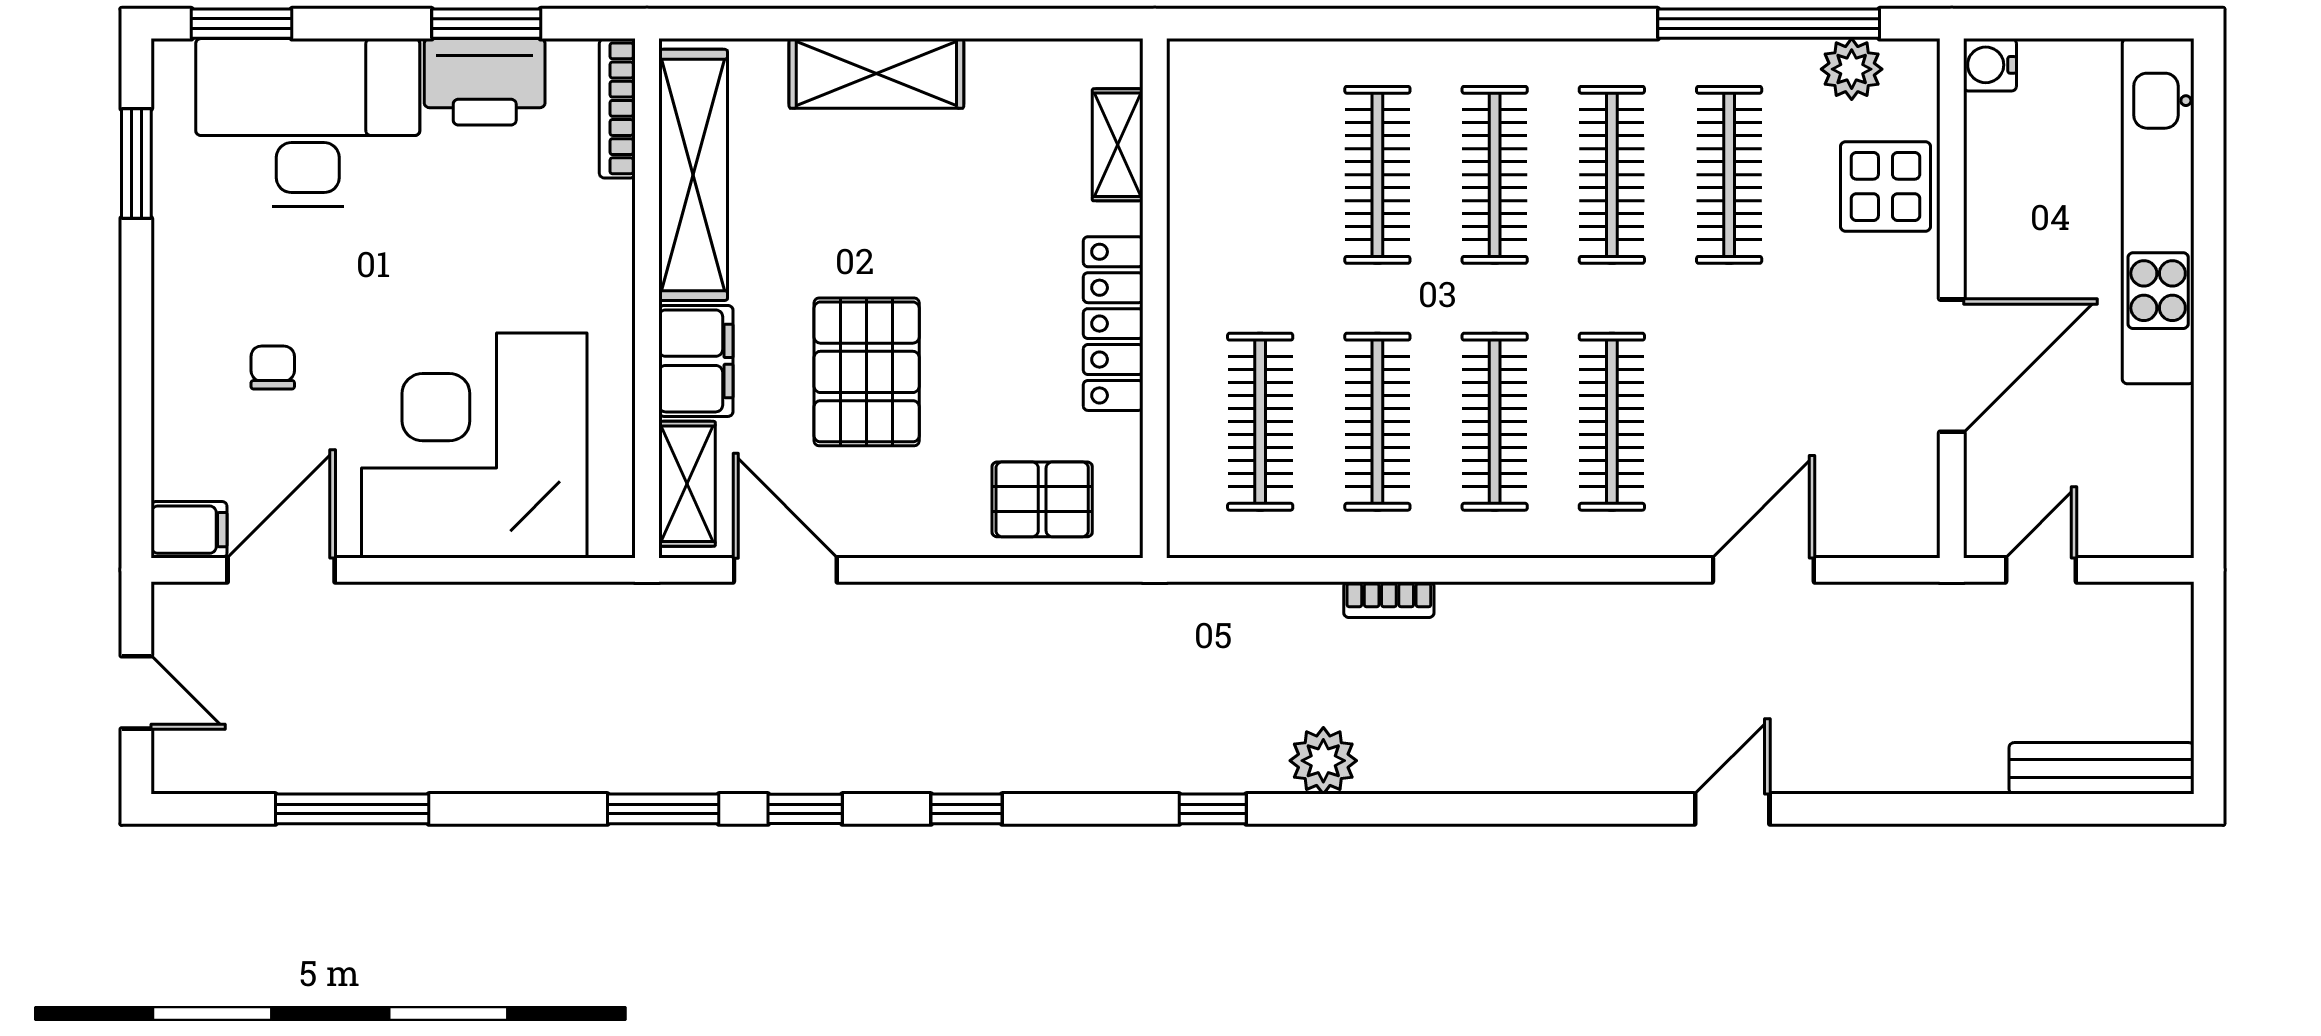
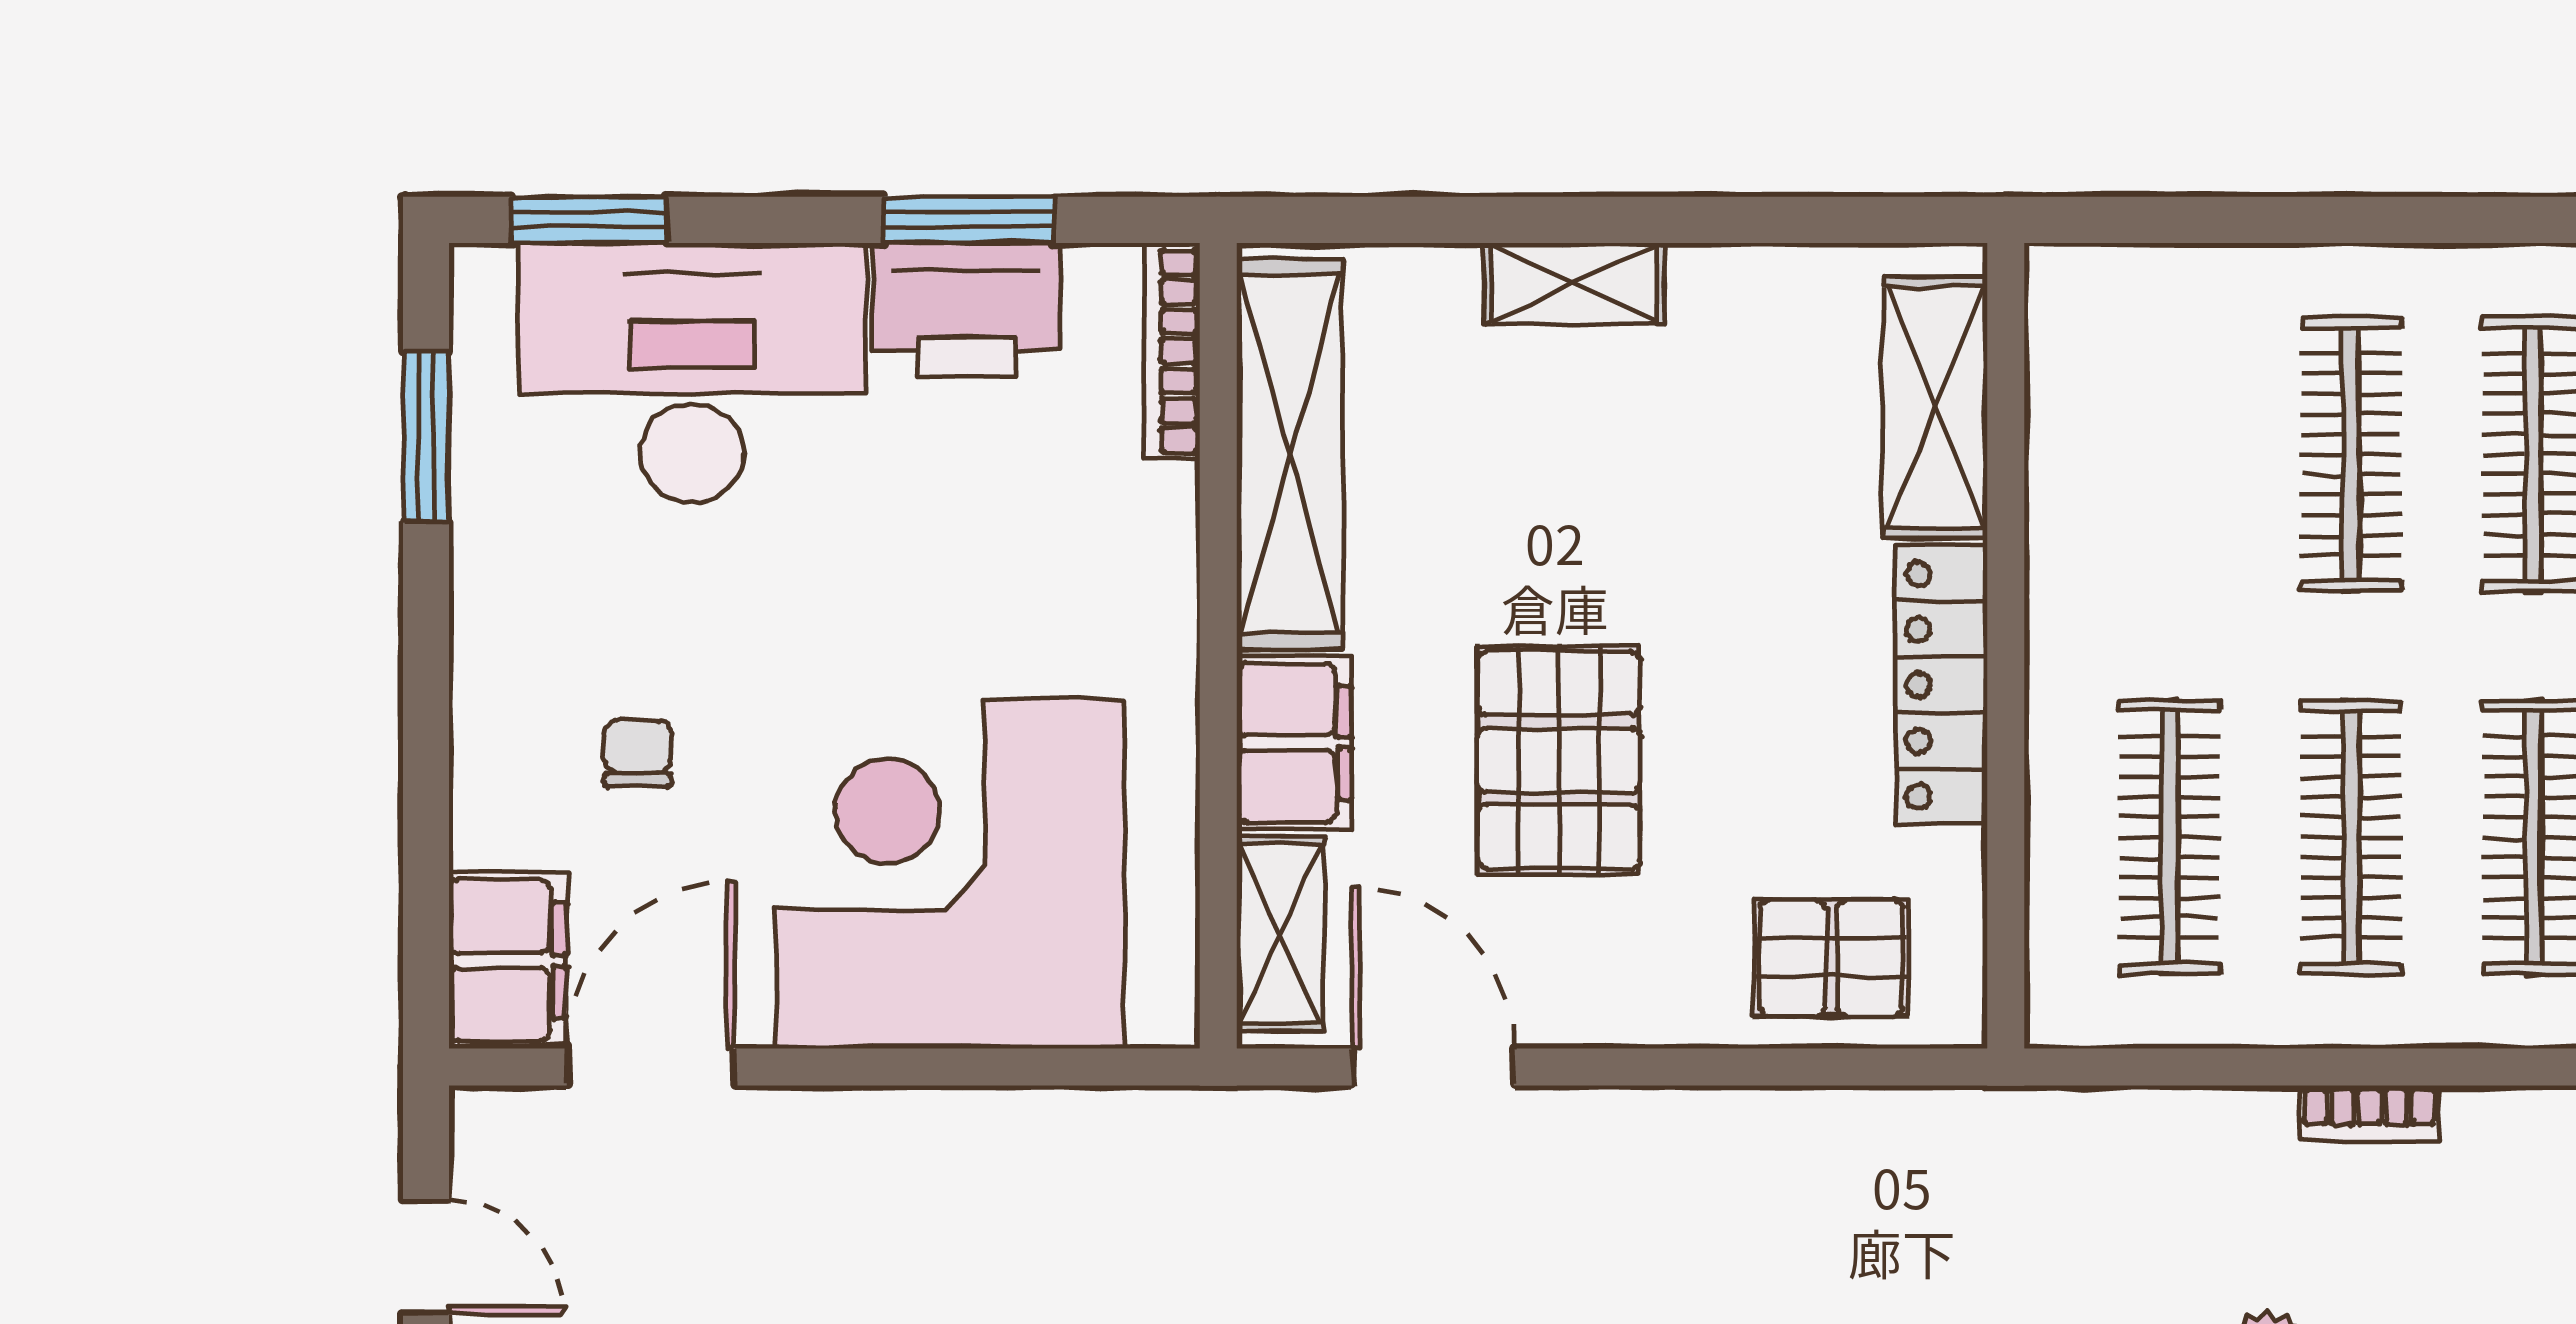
shelving: (876, 73) -> (1574, 283), width x0.67, depth x0.75
shelving: (1118, 145) -> (1935, 408), width x1.50, depth x1.33
filing cabinet: (189, 530) -> (508, 961), width x2.00

